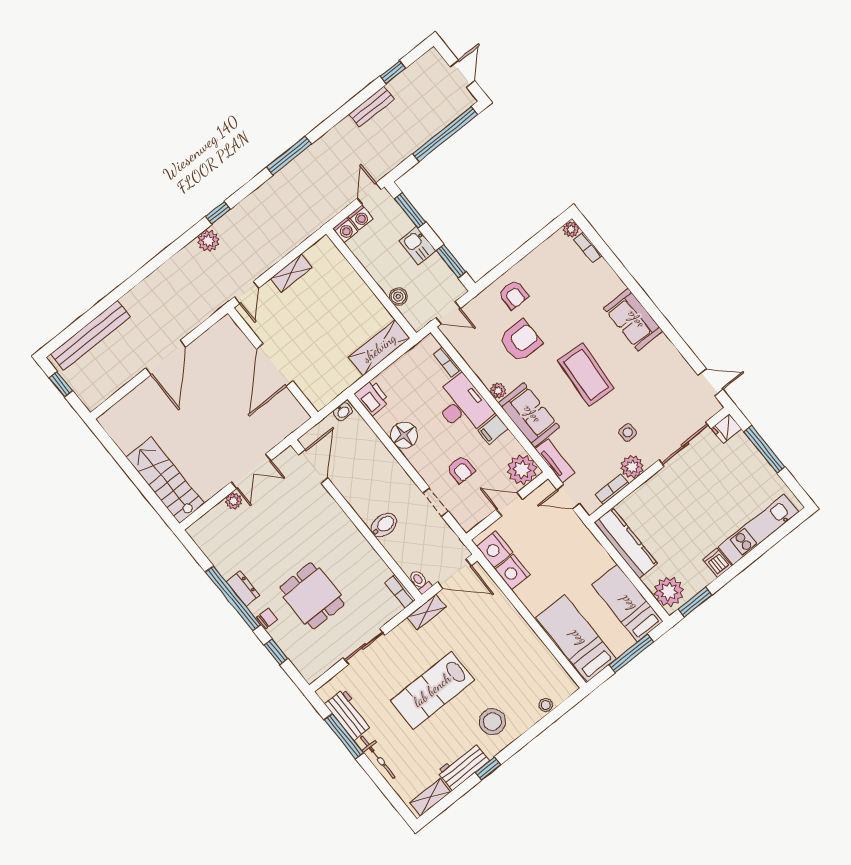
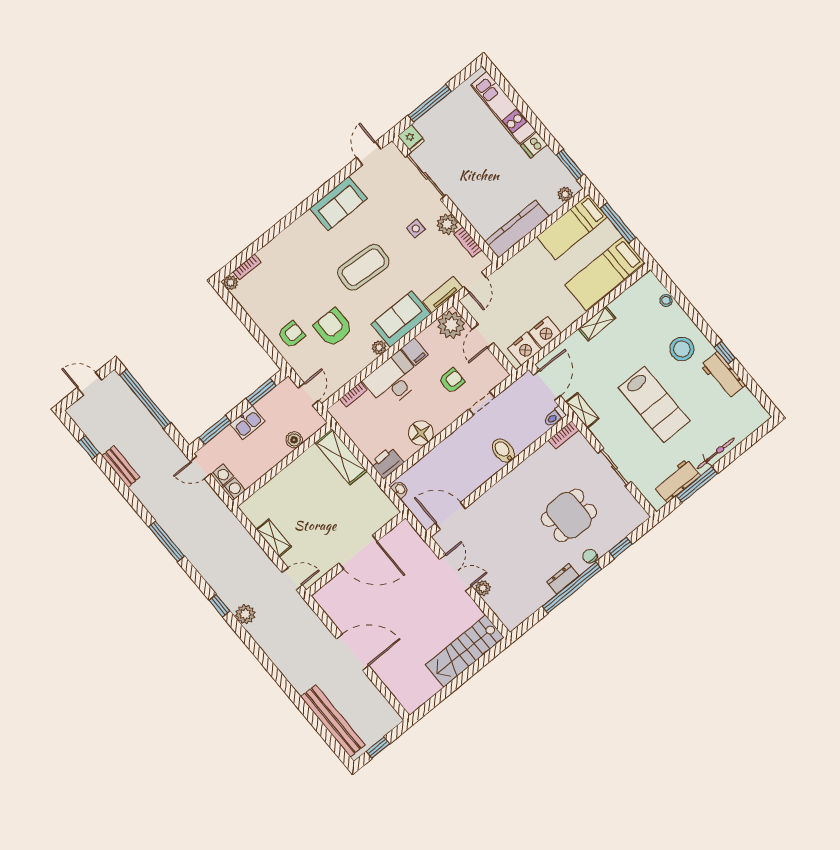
sofa: (633, 320) -> (338, 203), moved
plant: (669, 592) -> (565, 194), width x0.53, depth x0.53
shelving: (430, 797) -> (597, 323), moved, turned 90

